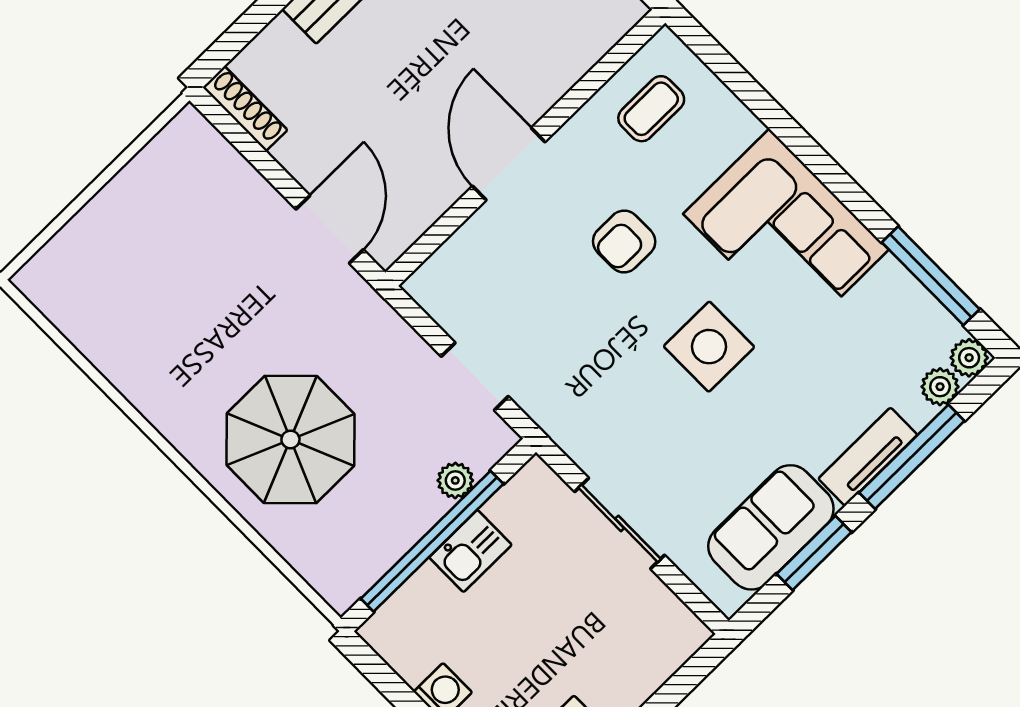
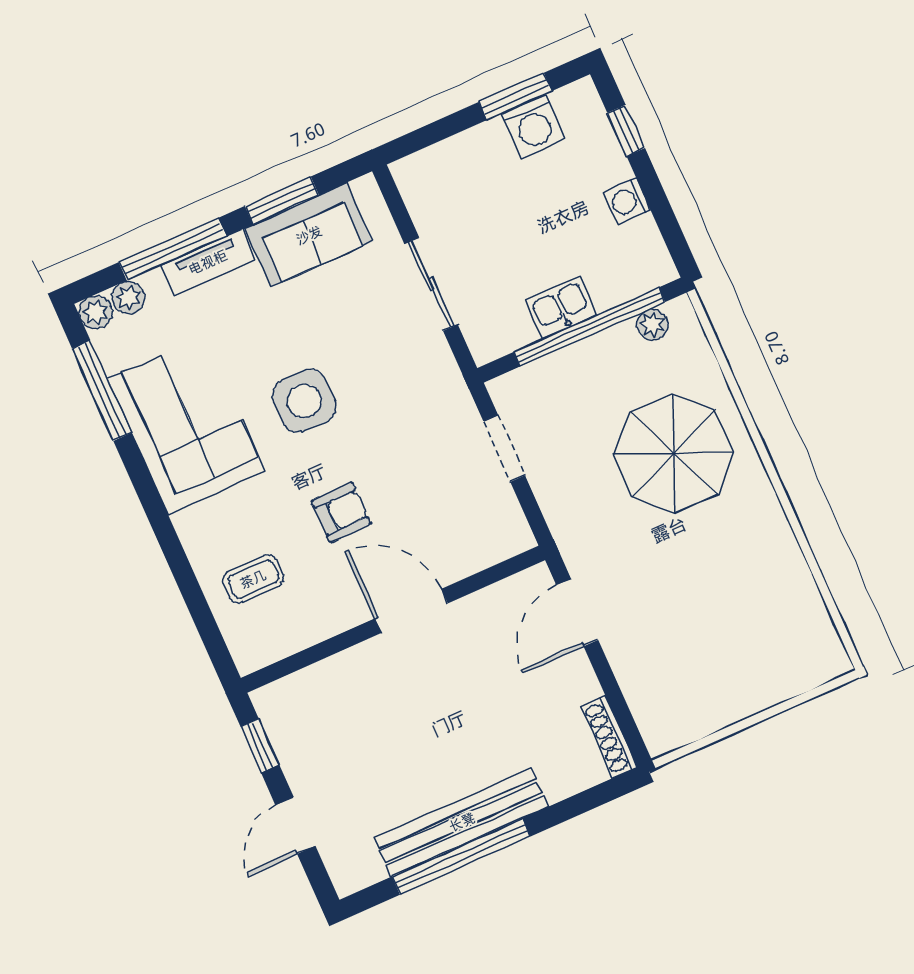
coffee table: (651, 109) -> (253, 579), moved
door: (509, 164) -> (411, 611), swing flipped
corner sofa: (786, 232) -> (186, 425), moved
plant: (455, 480) -> (652, 325), moved

